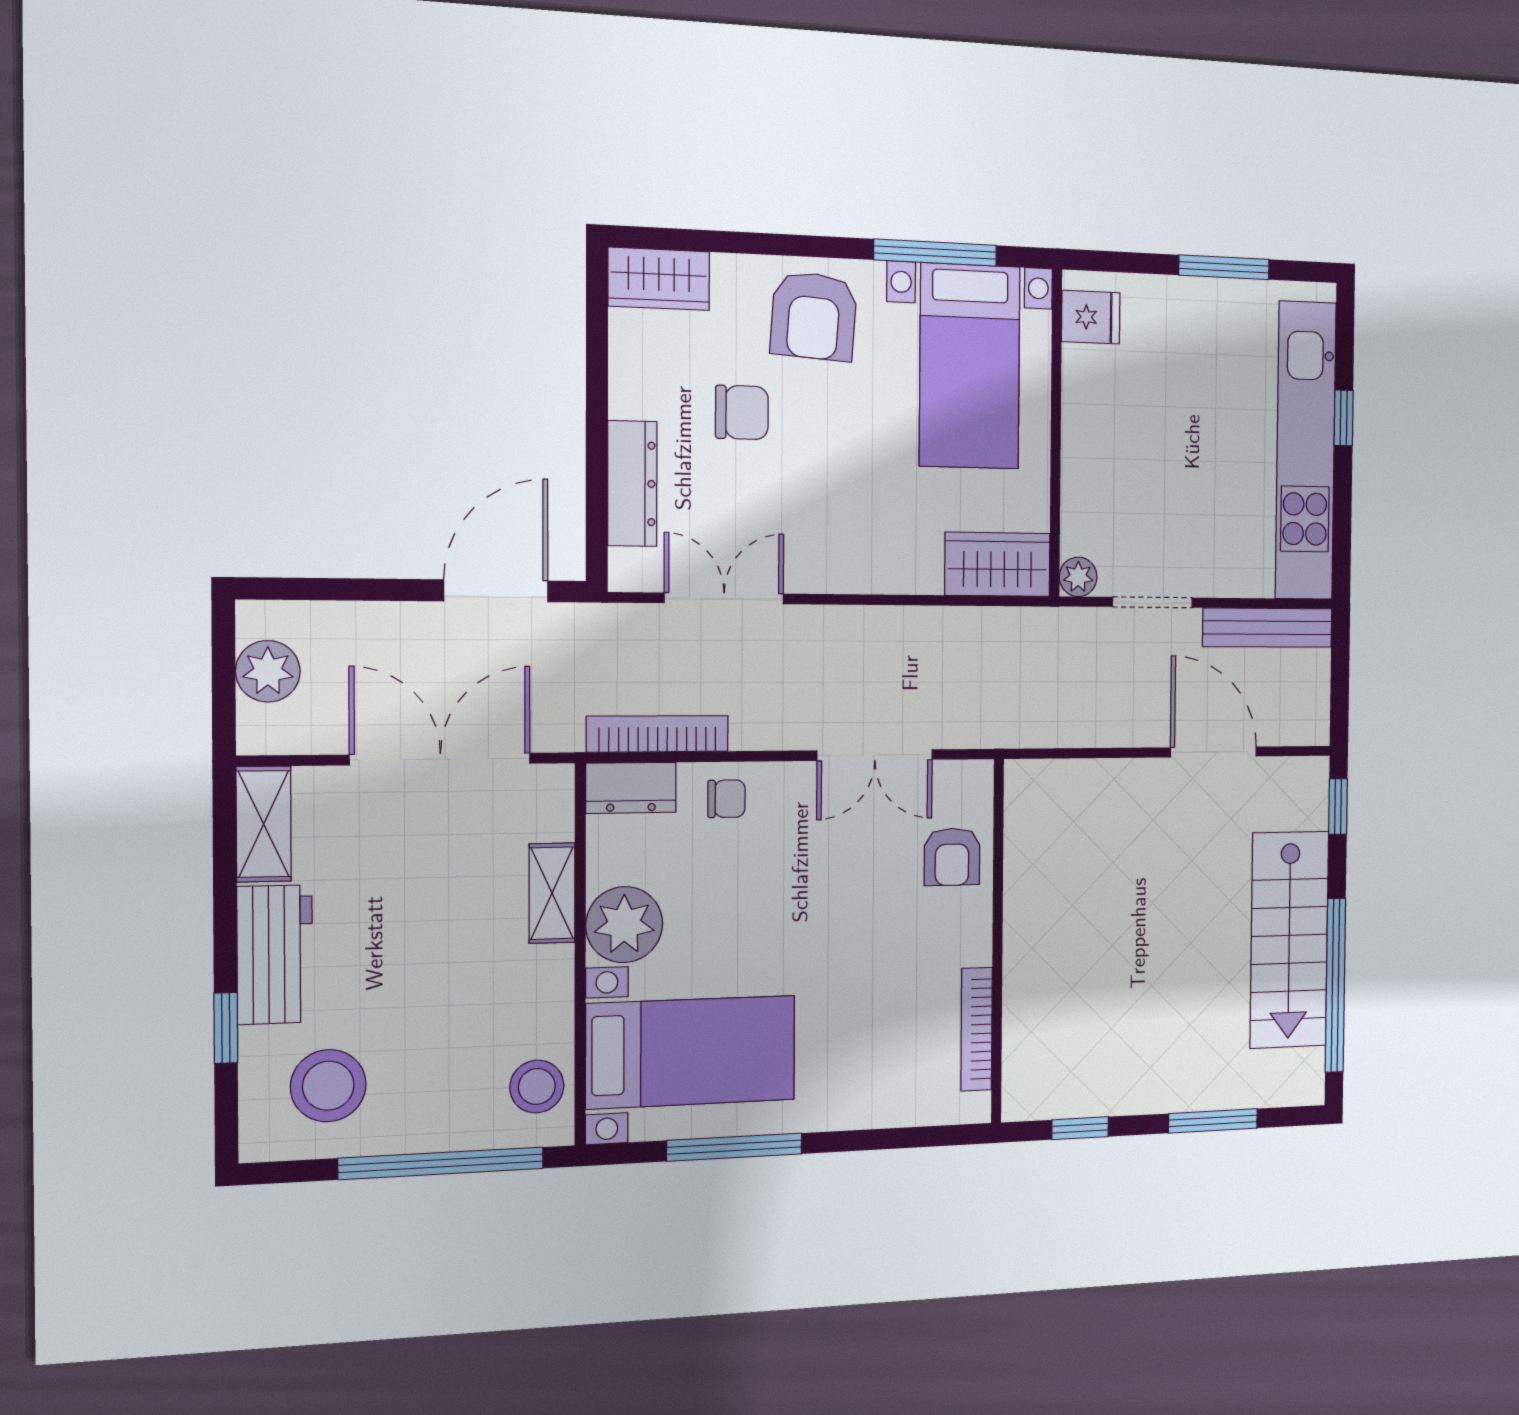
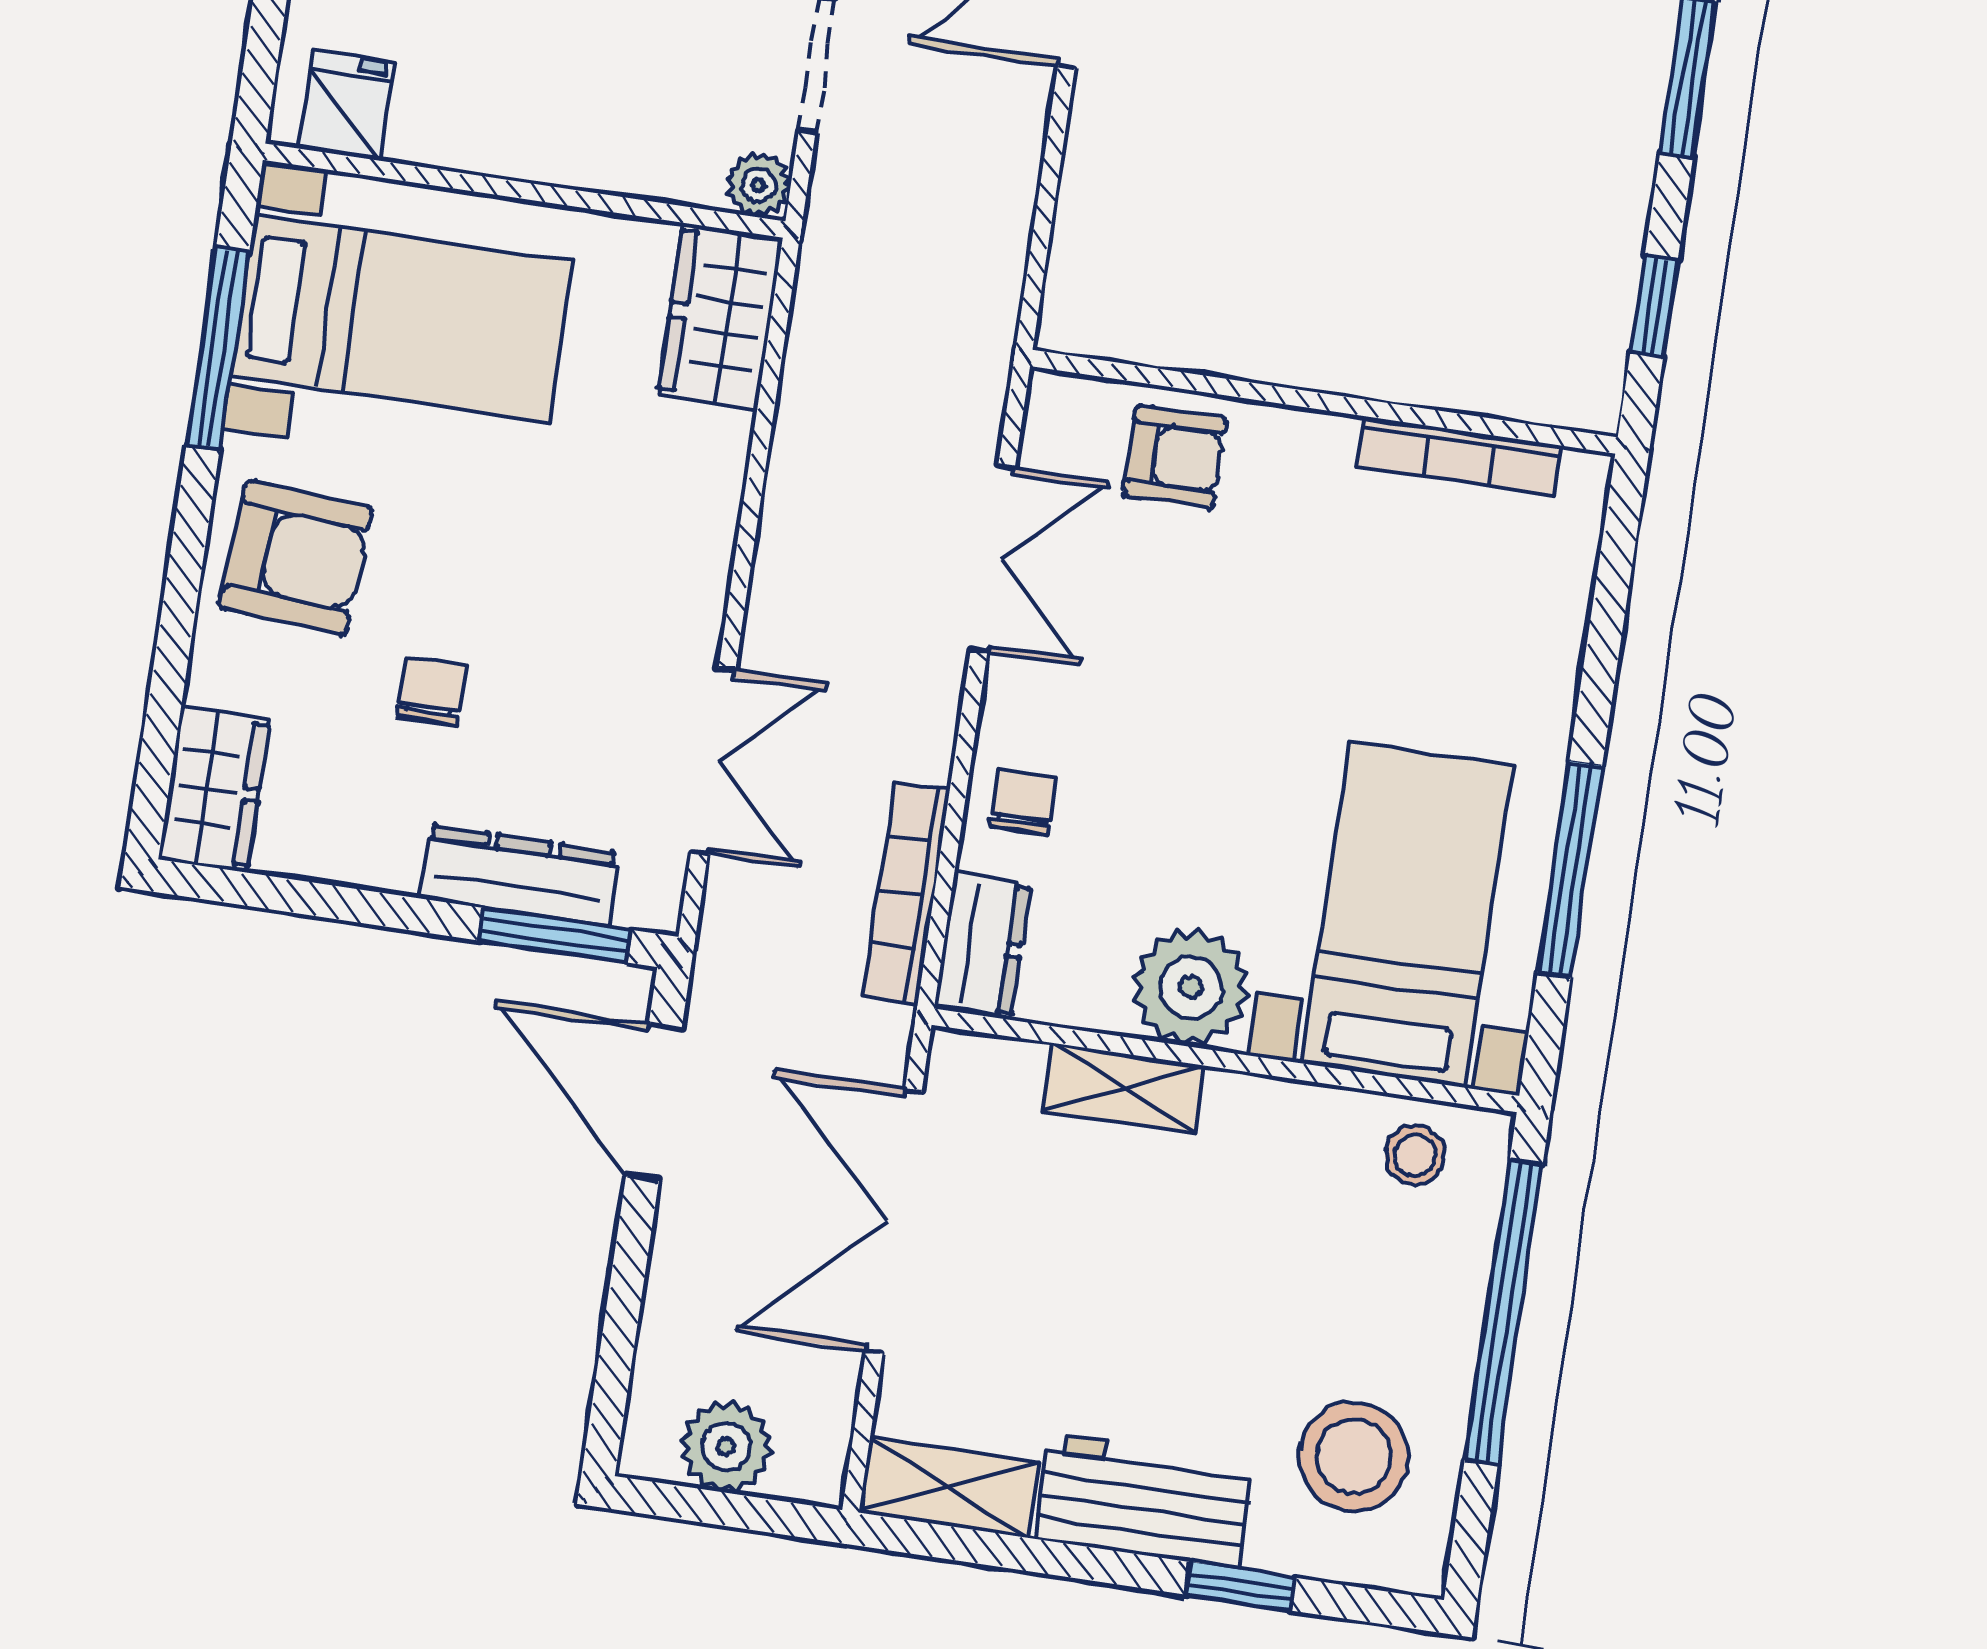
chair: (742, 412) -> (431, 691), width x0.73, depth x0.73
window: (597, 512) -> (555, 935), added
double door: (724, 598) -> (713, 761), swing flipped
stool: (537, 1086) -> (1415, 1155), width x0.73, depth x0.73

